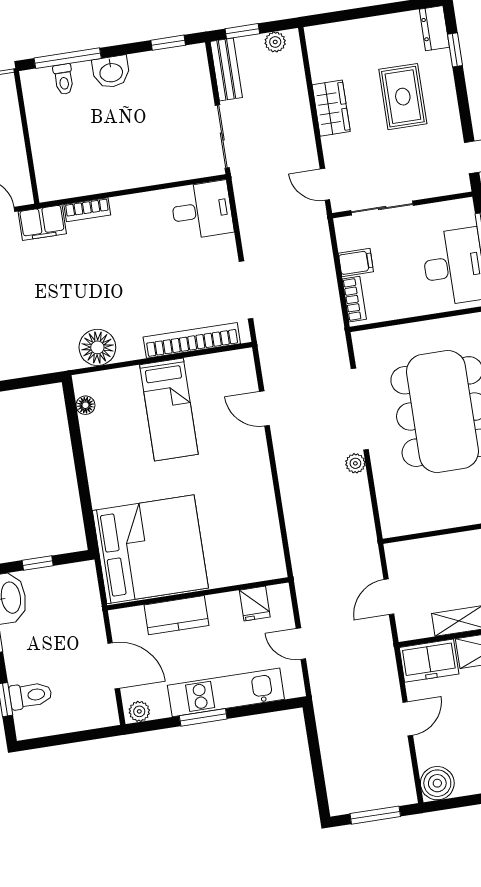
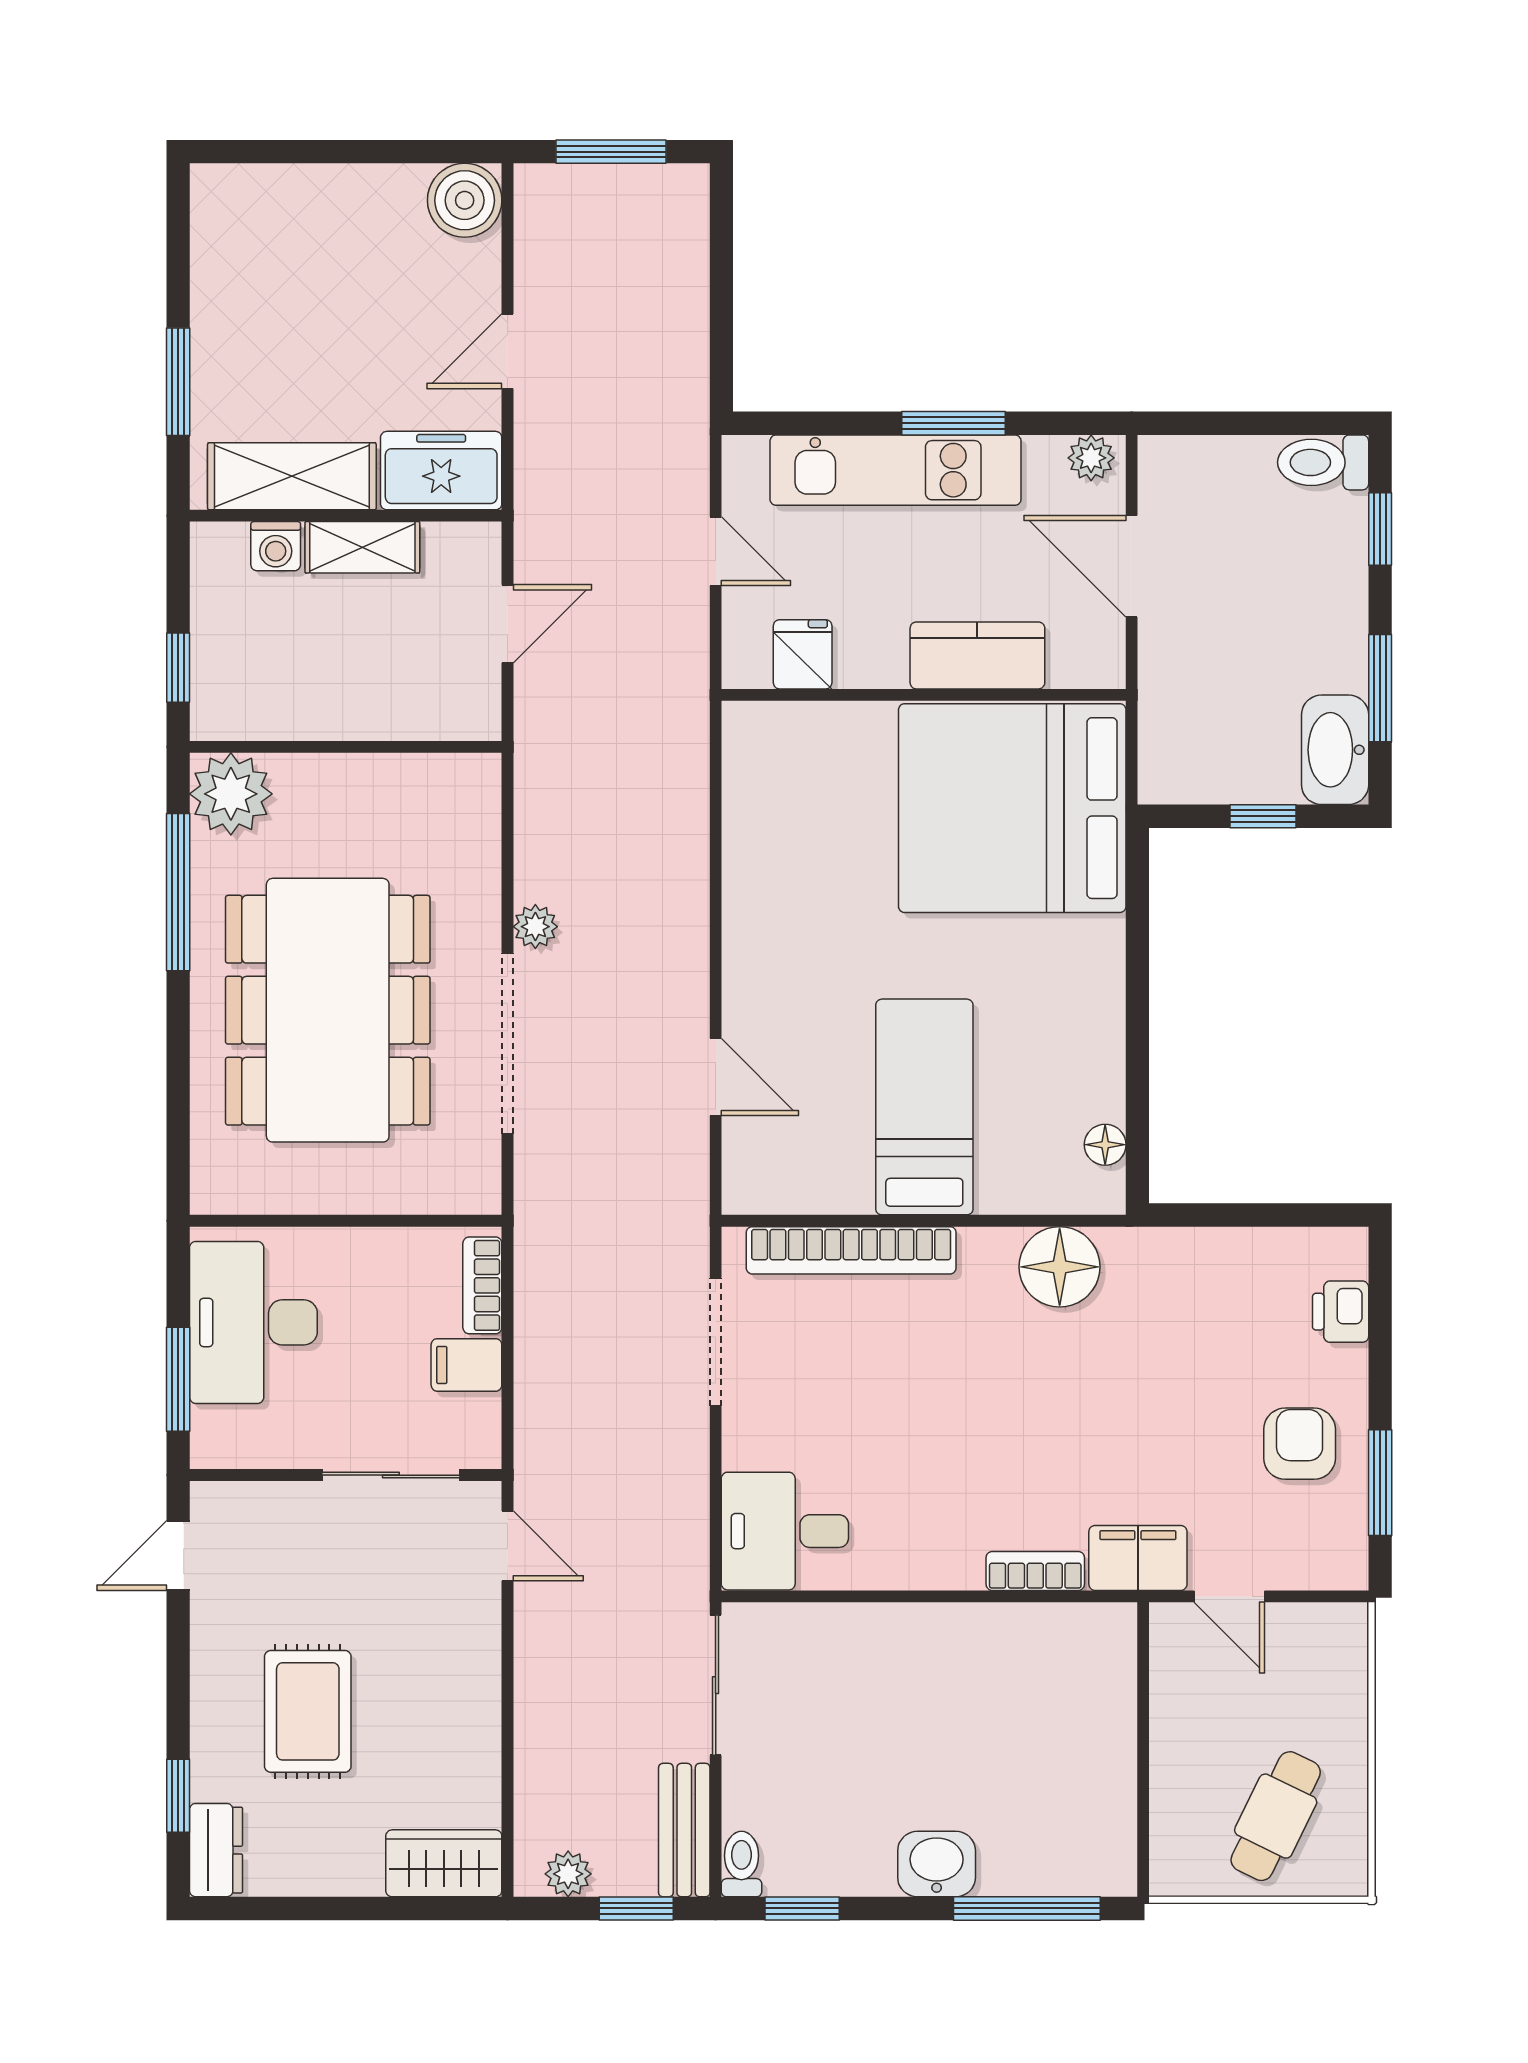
toilet: (64, 79) -> (742, 1864), moved
wardrobe: (331, 108) -> (444, 1863), moved, turned 90
toilet: (31, 695) -> (1323, 462), moved

